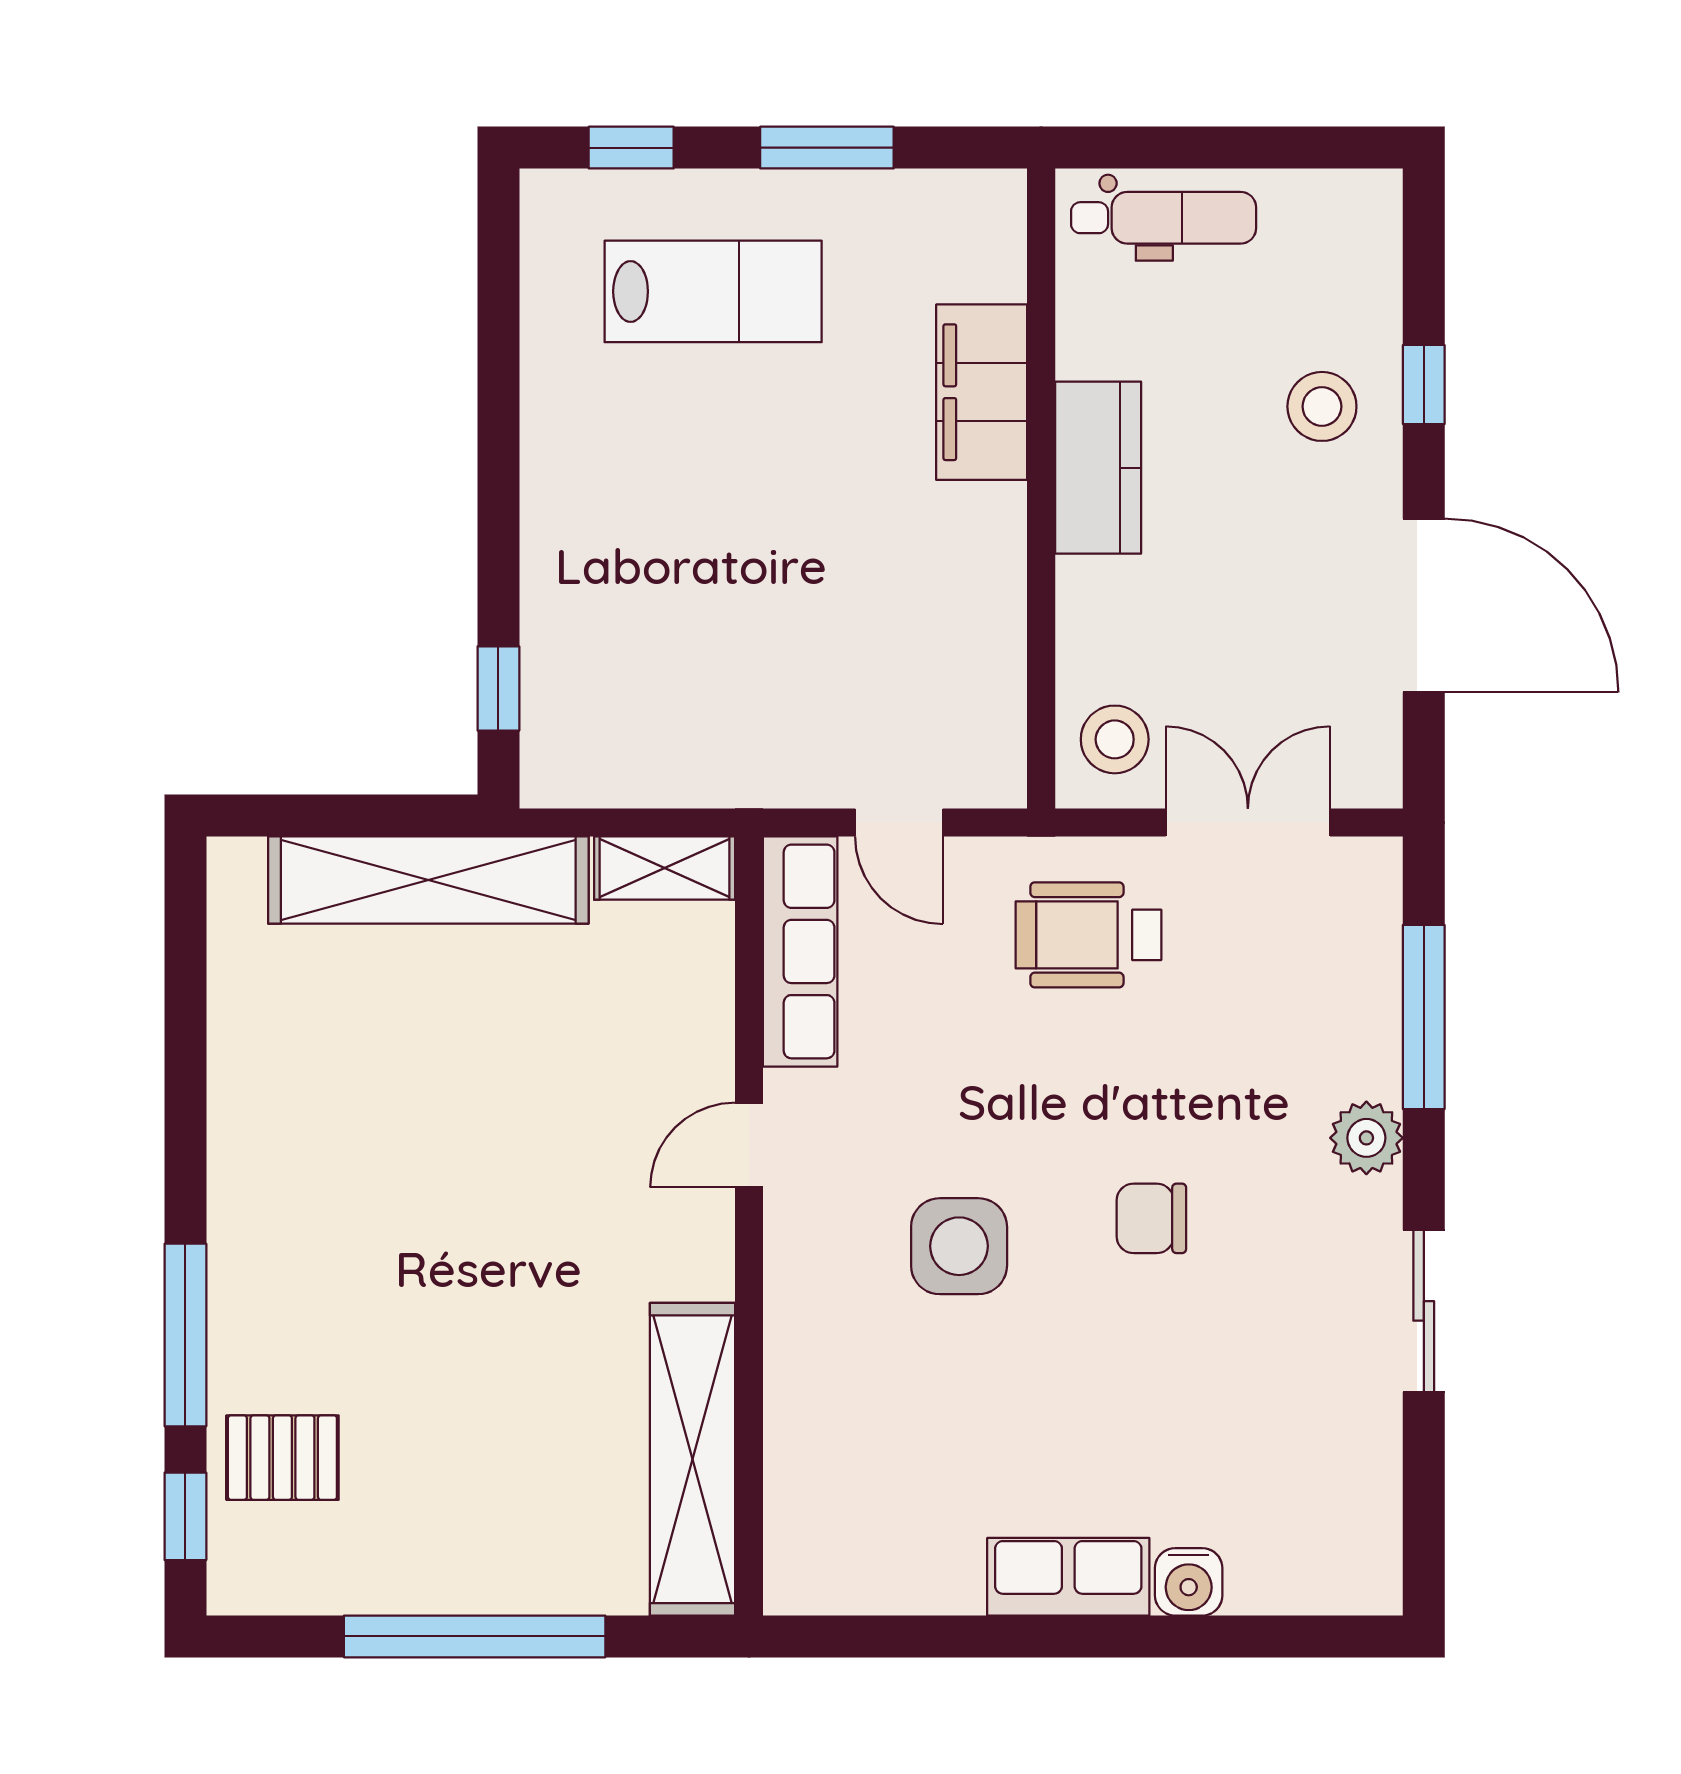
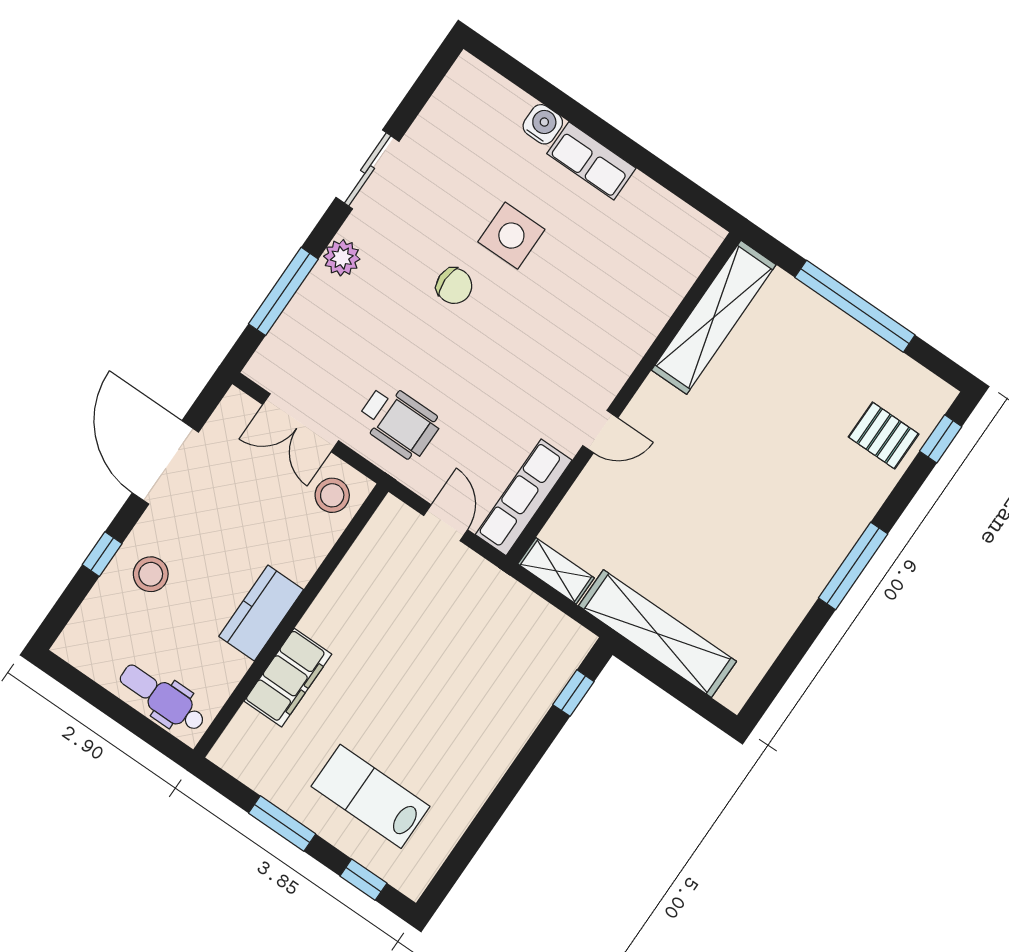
side table: (959, 1246) -> (511, 236), moved
window: (185, 1335) -> (853, 566), moved

